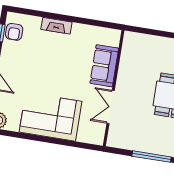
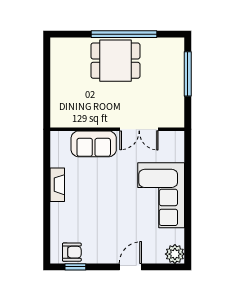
fireplace: (56, 26) -> (57, 185), moved

